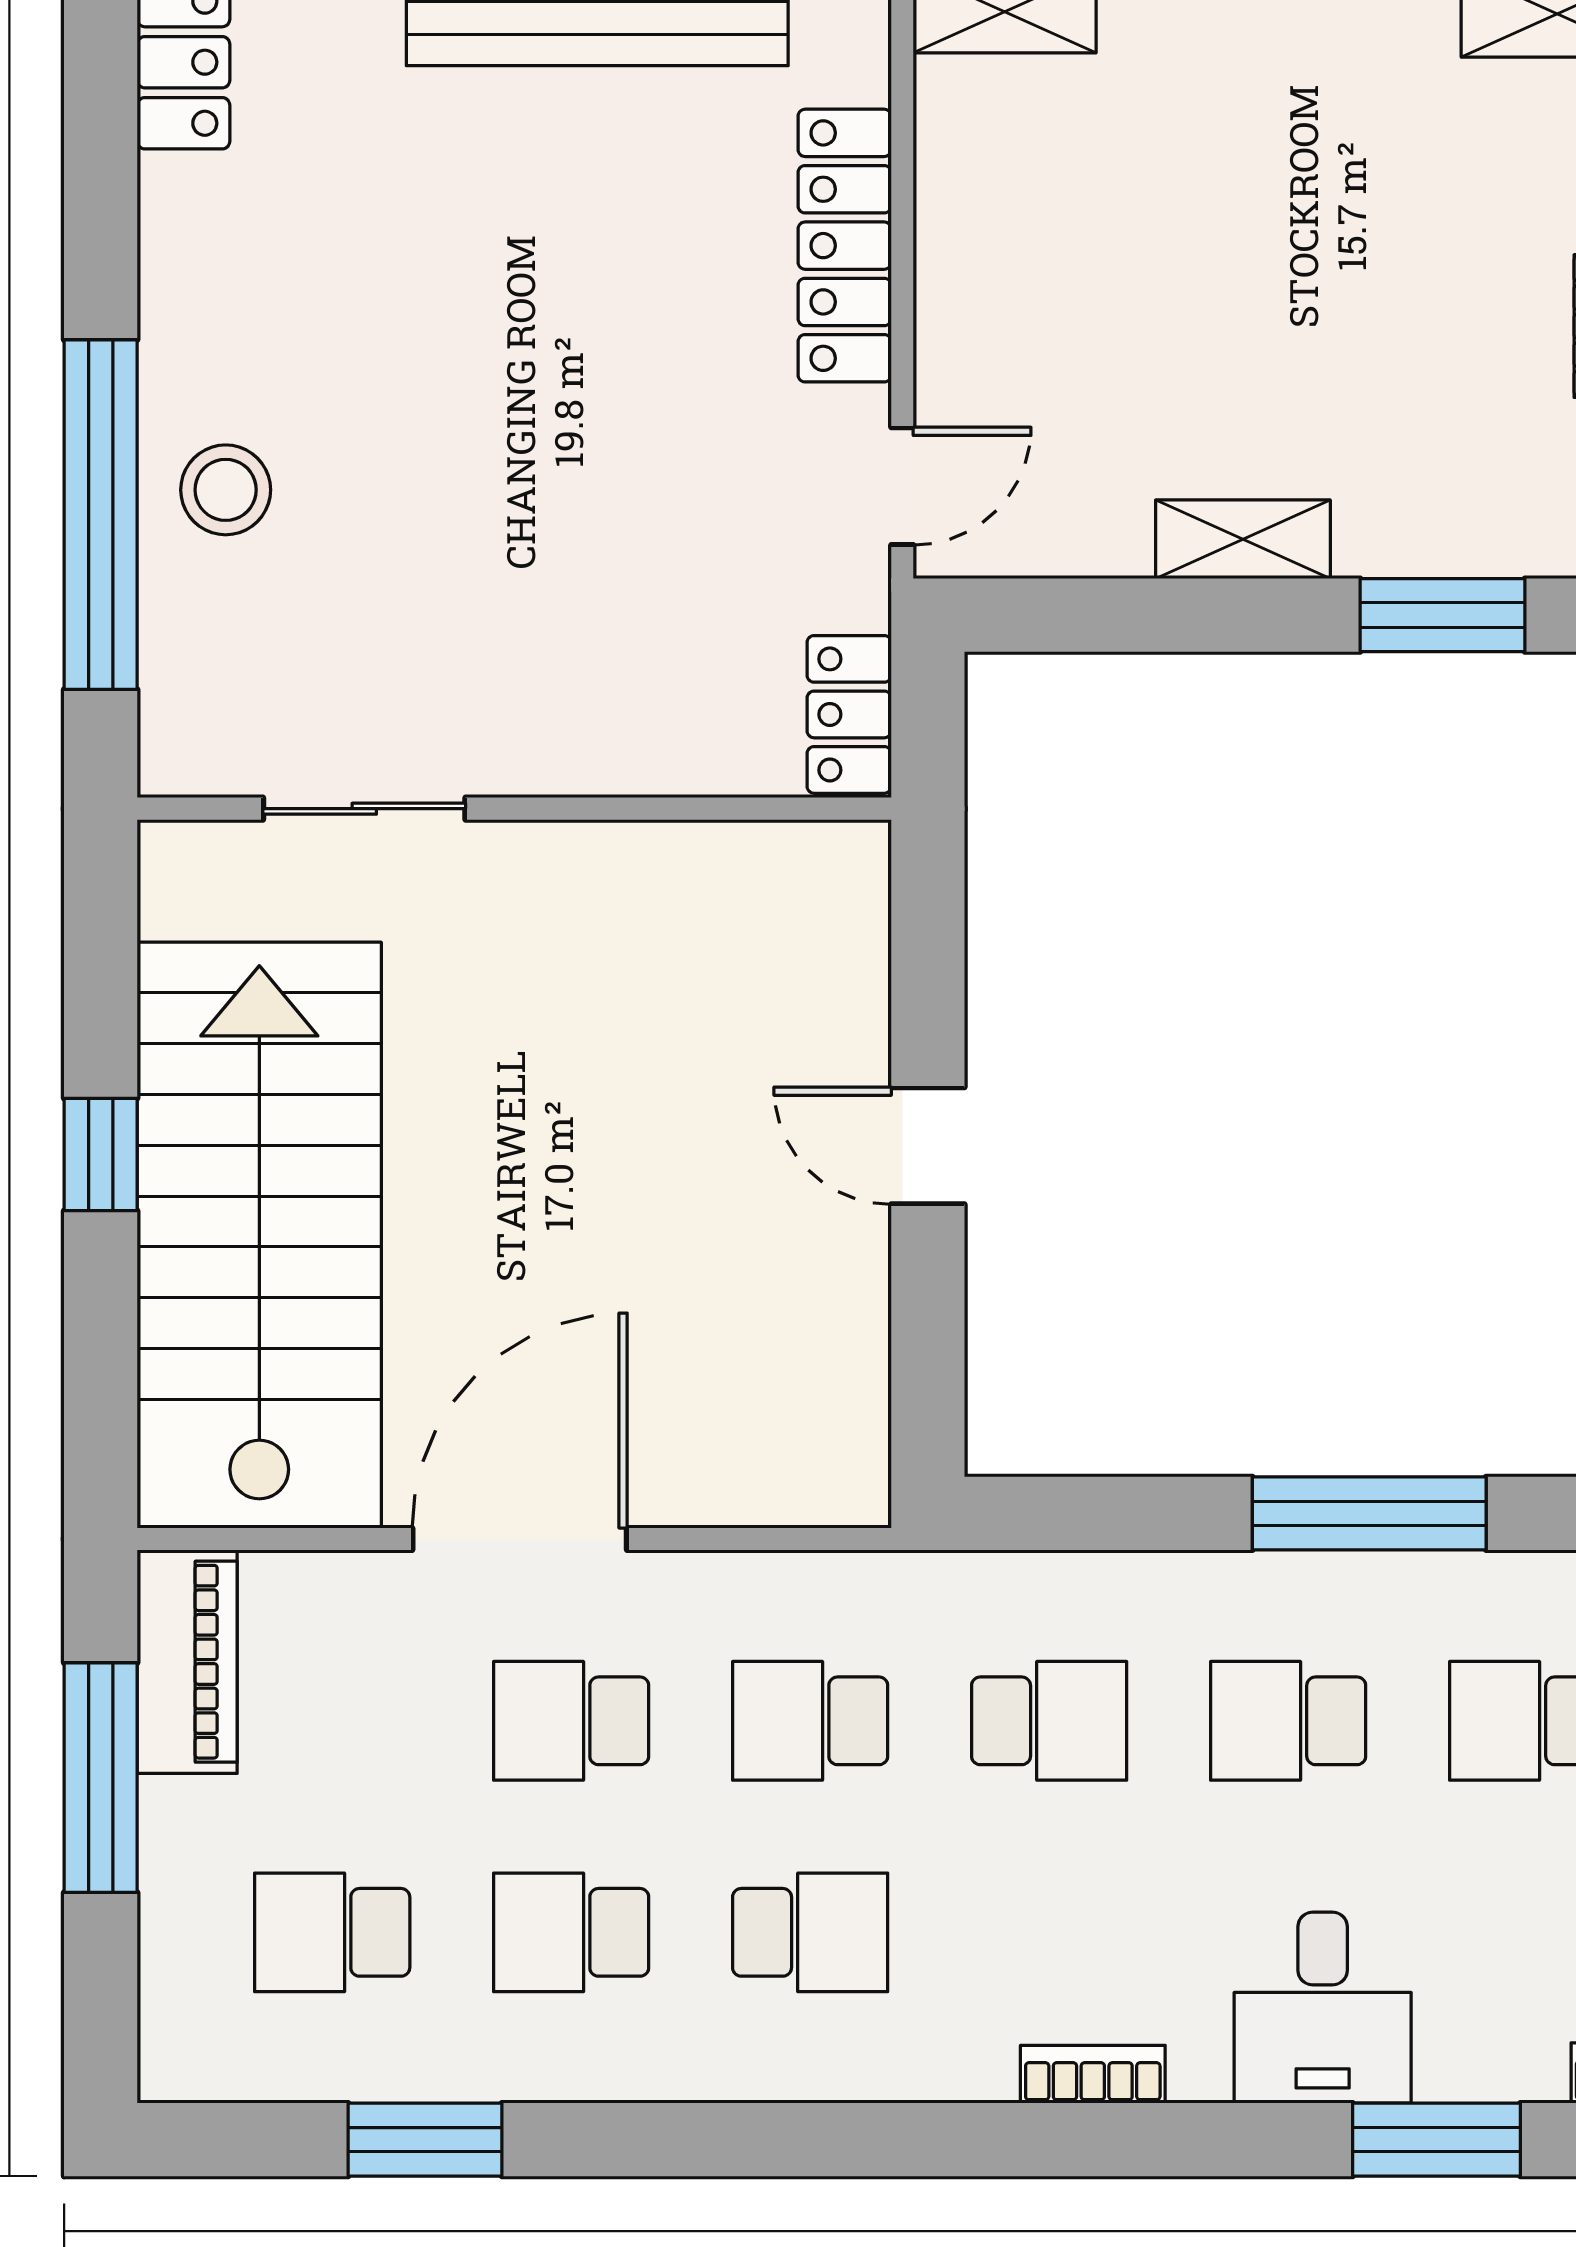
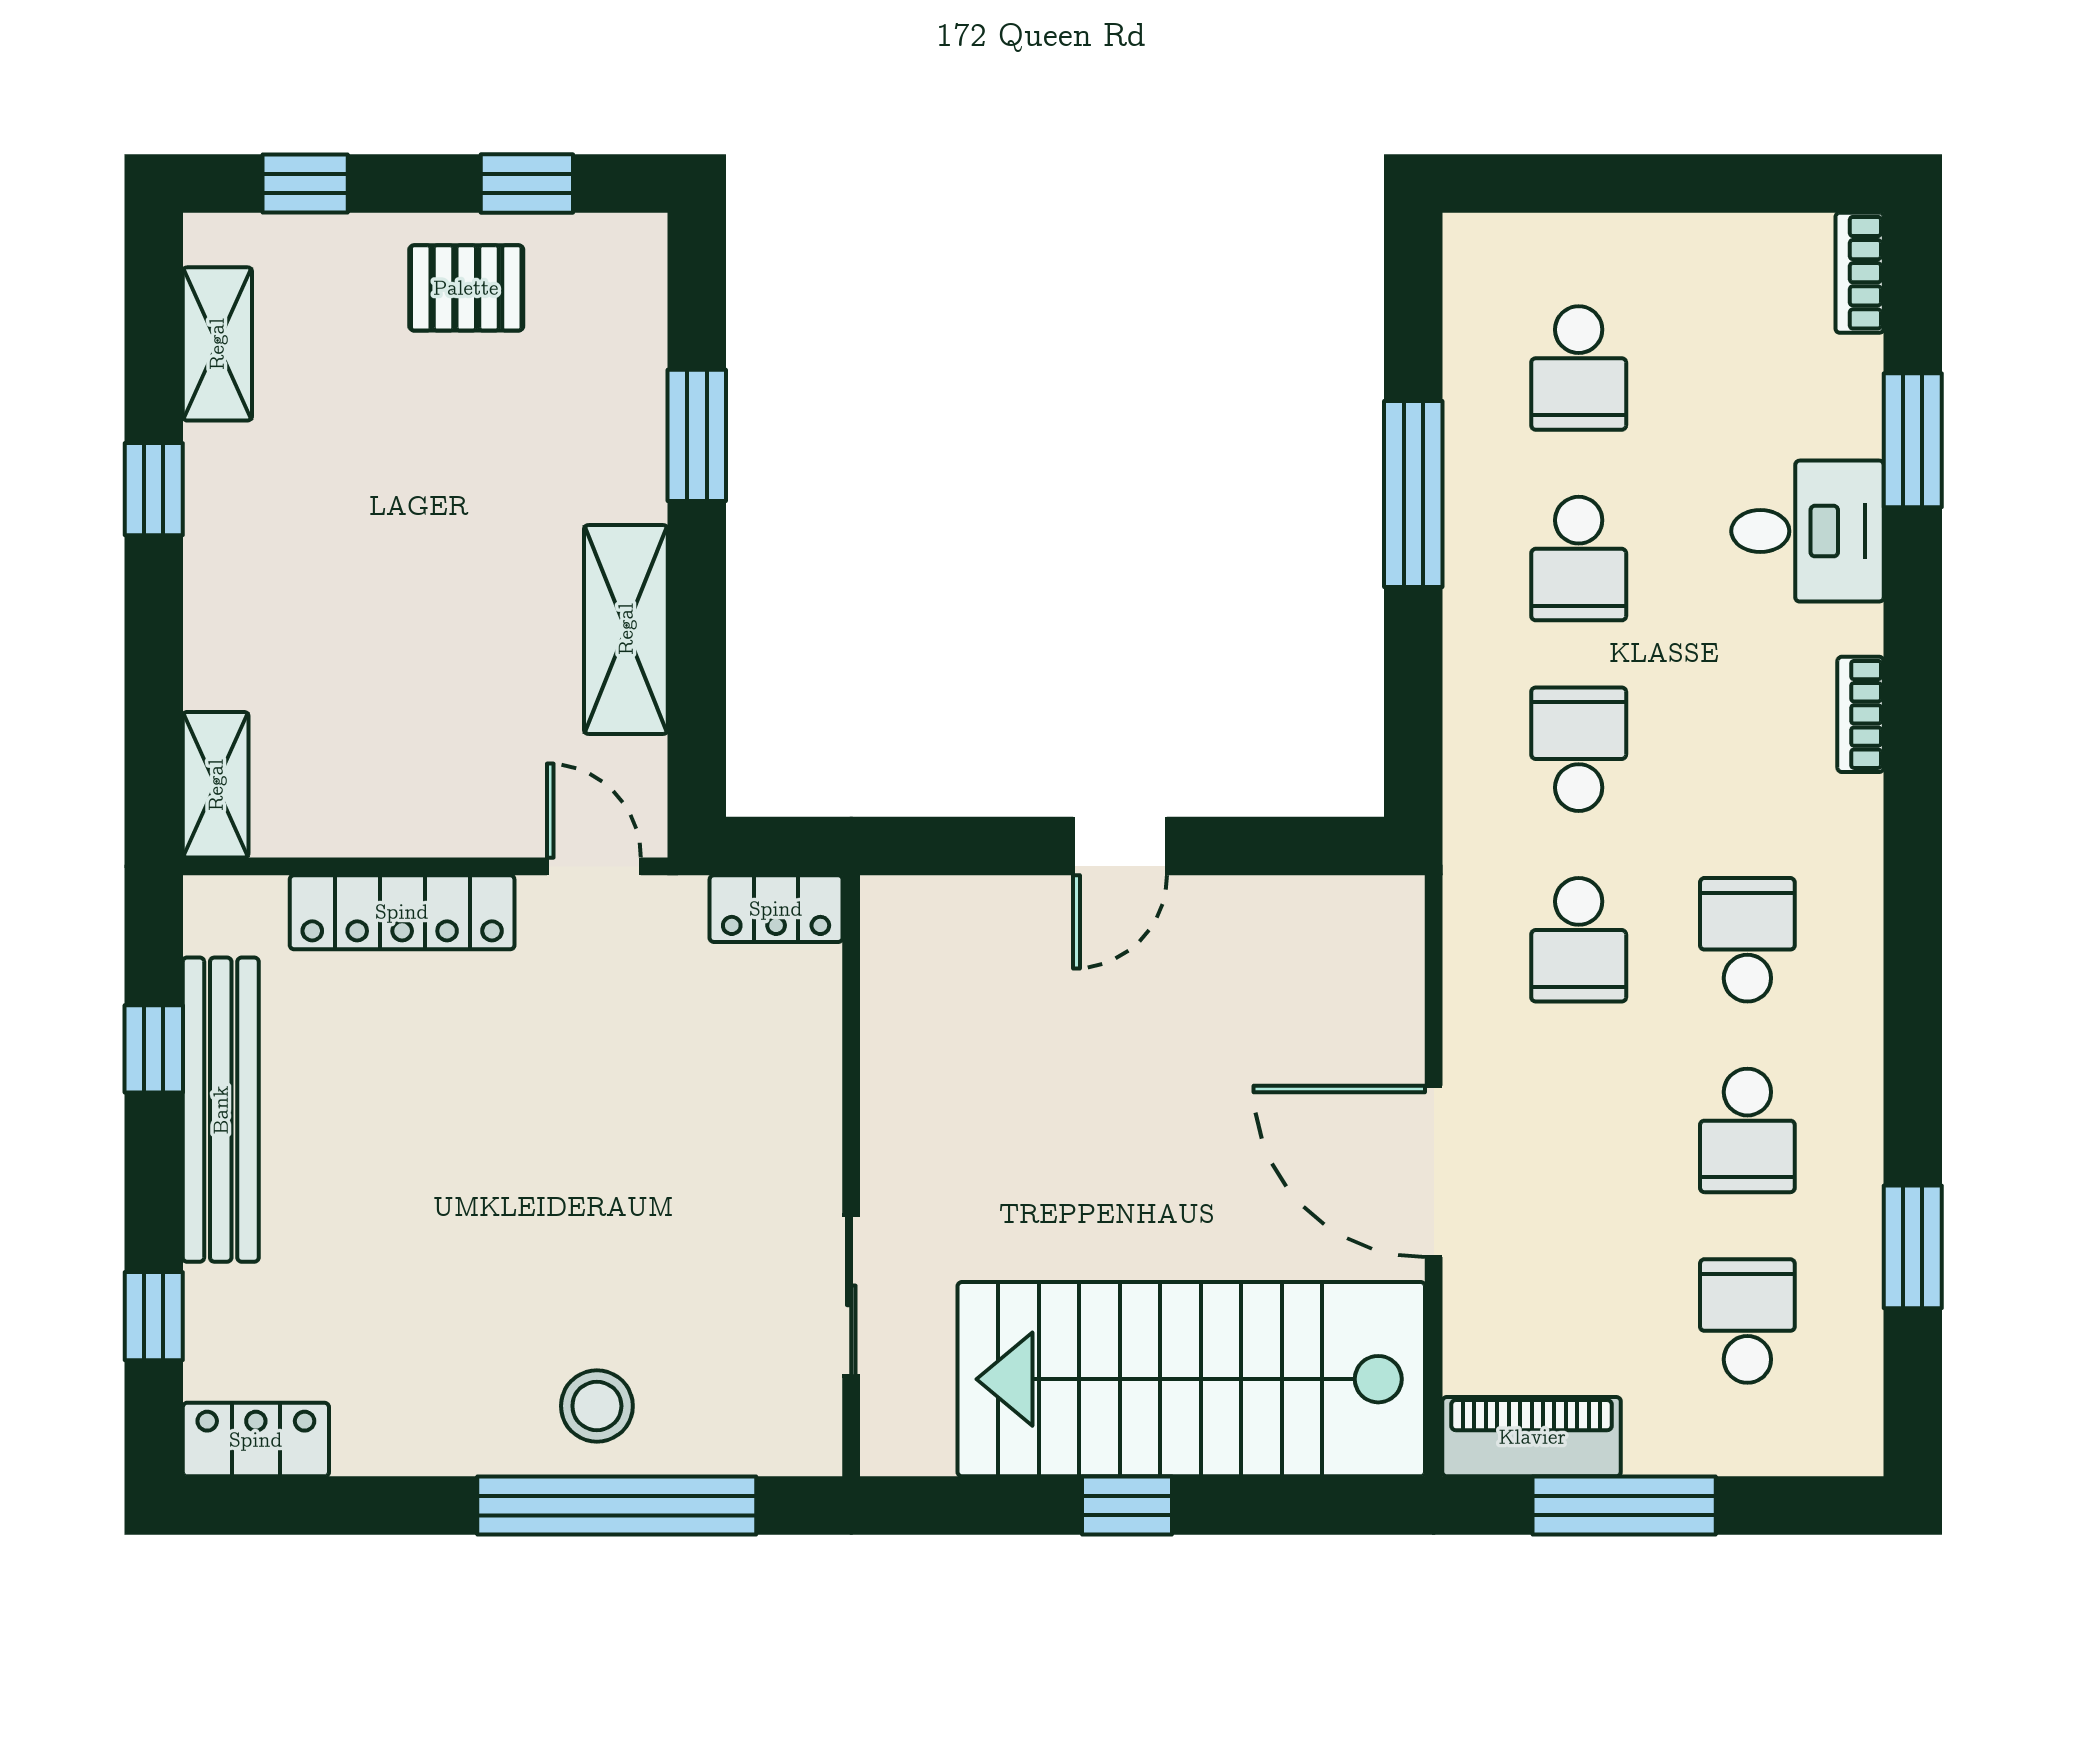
shelving: (1243, 539) -> (626, 629), width x1.50, depth x1.33
school desk: (571, 1721) -> (1579, 1130), removed
school desk: (332, 1932) -> (1747, 1321), turned 180

